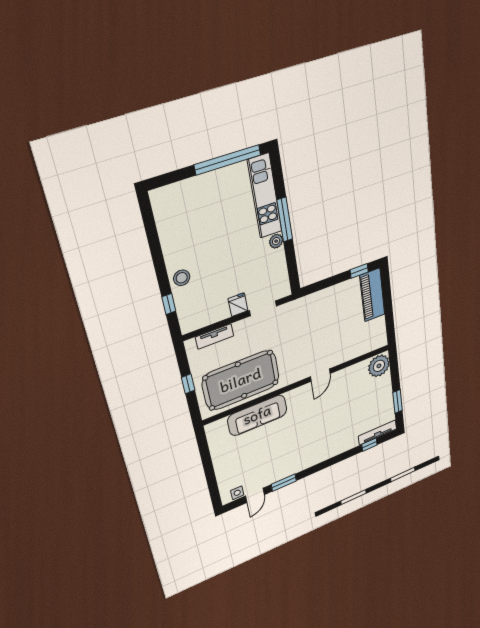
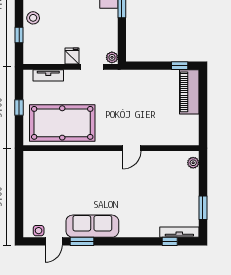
plant: (276, 241) -> (112, 57), moved
plant: (379, 366) -> (193, 163), width x0.53, depth x0.53
sofa: (257, 415) -> (92, 226), moved, turned 180

